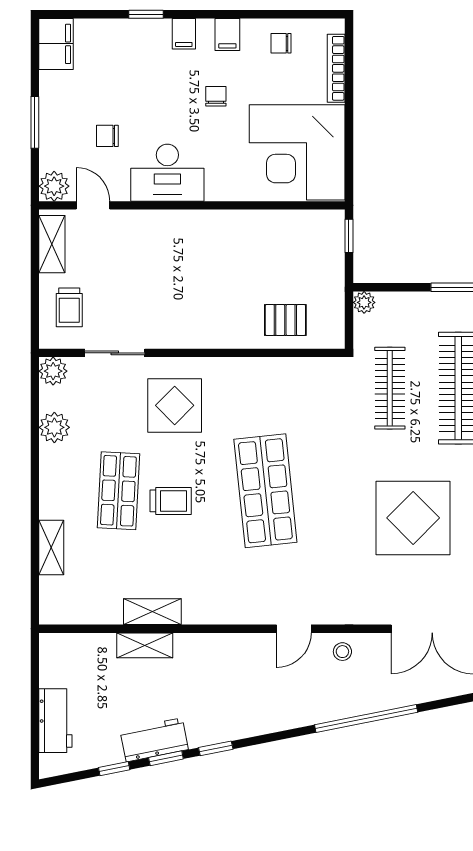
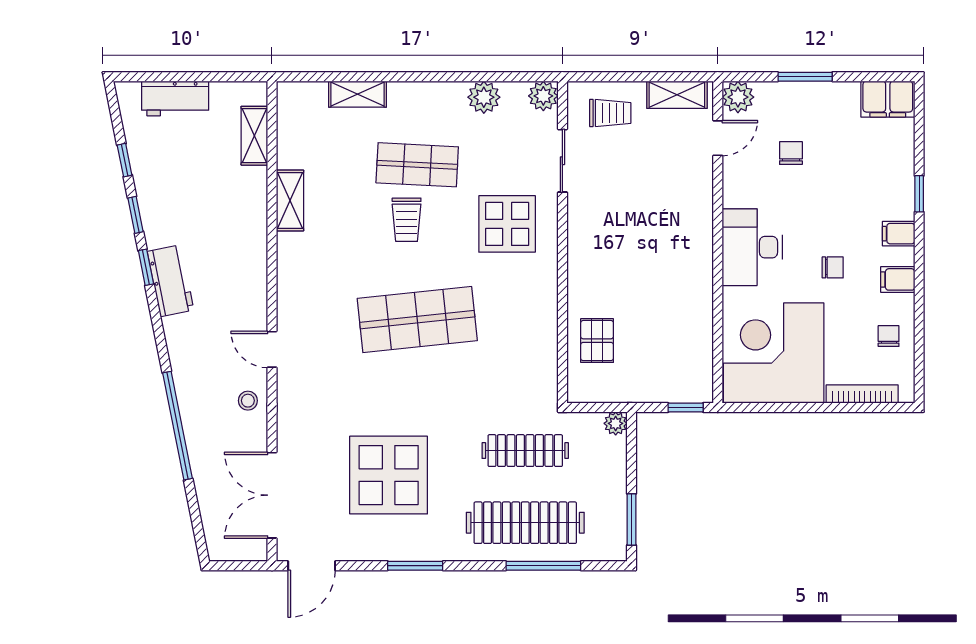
desk: (167, 173) -> (752, 247), moved
trolley: (69, 307) -> (610, 113), turned 180
shelving: (145, 645) -> (254, 136), moved
workbench: (154, 740) -> (171, 281), moved

